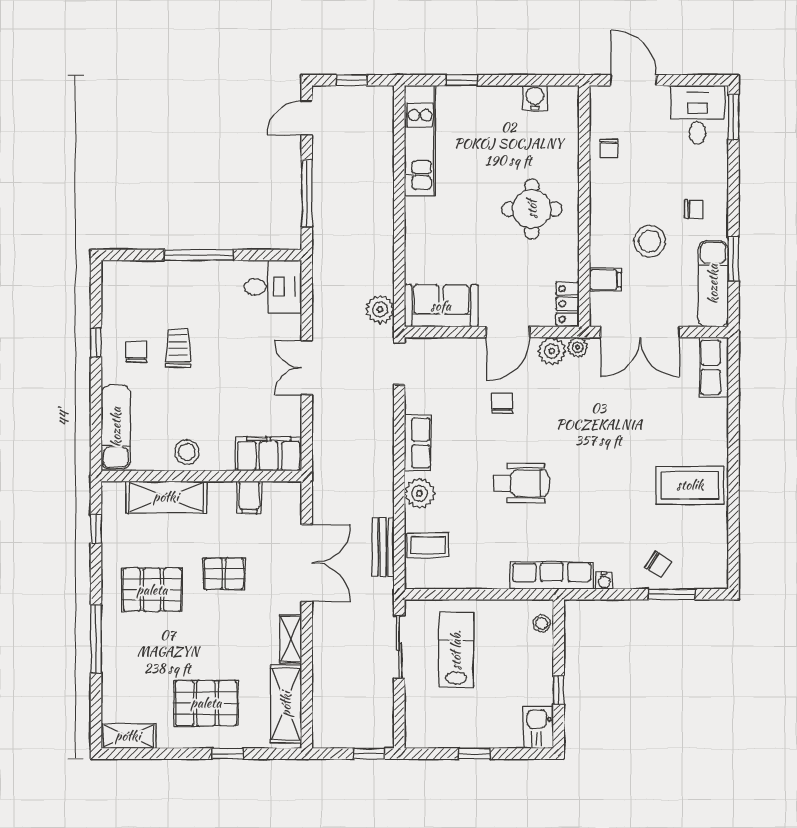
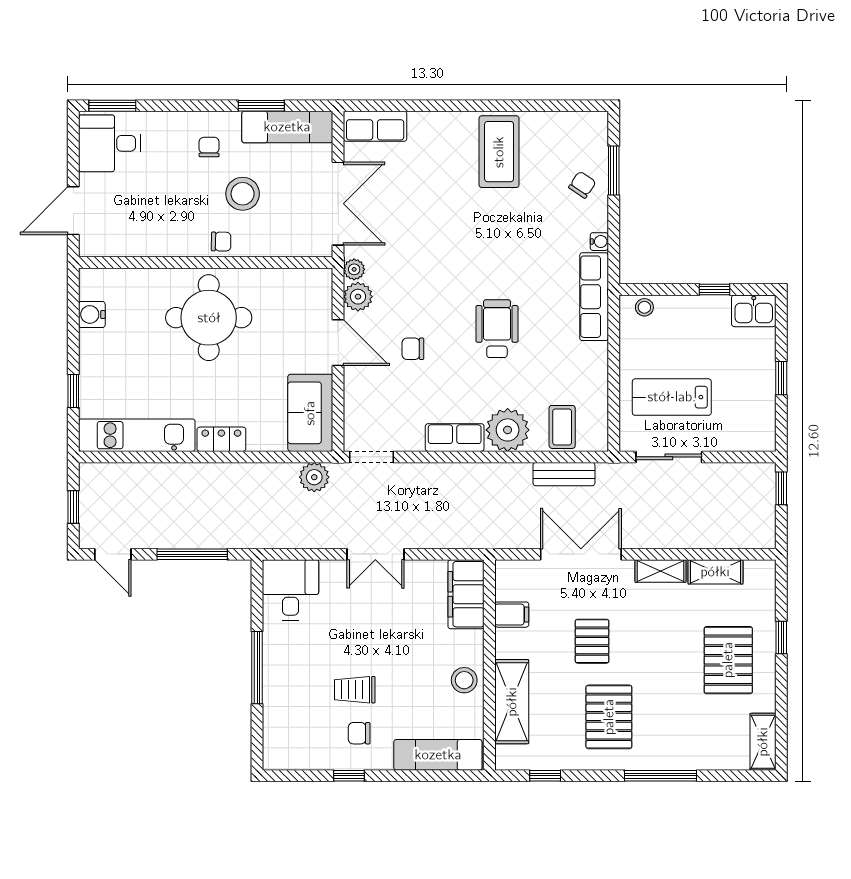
chair: (609, 148) -> (221, 242), moved
round table: (532, 209) -> (209, 318), width x1.36, depth x1.36
filing cabinet: (605, 280) -> (283, 240), removed
locker: (568, 304) -> (221, 439), moved, turned 180
plant: (419, 493) -> (508, 430), width x1.36, depth x1.36
shelving: (286, 704) -> (715, 572), width x0.67, depth x0.75

